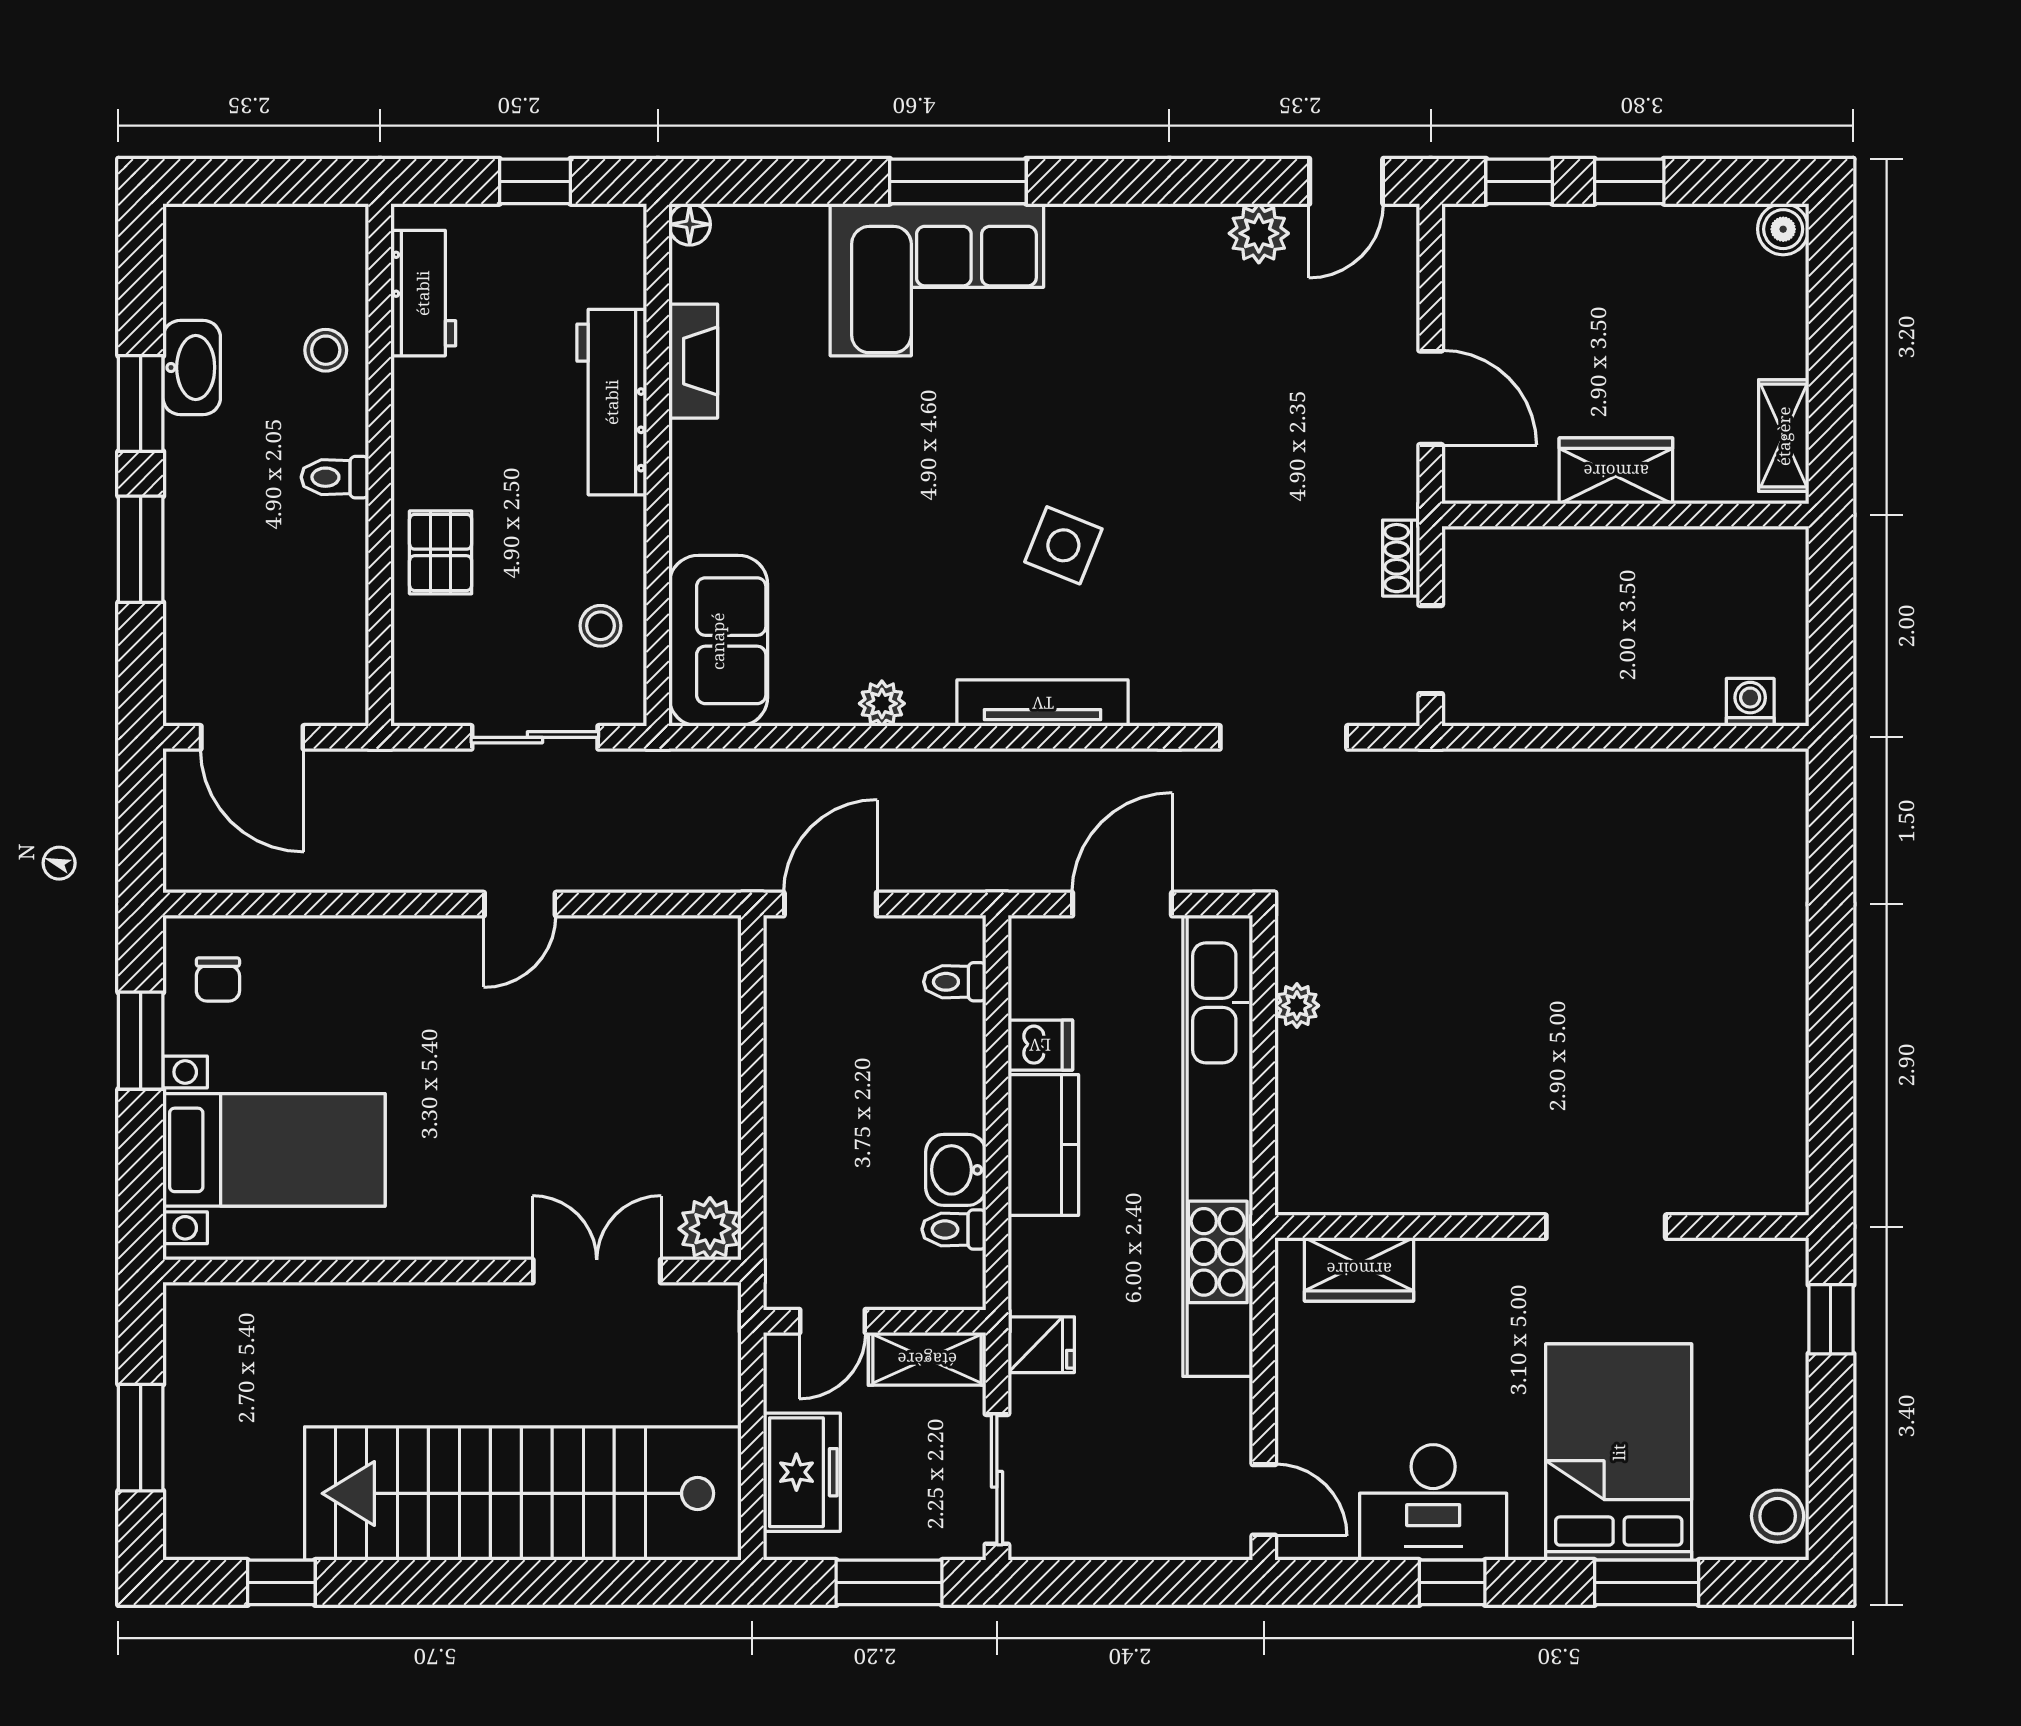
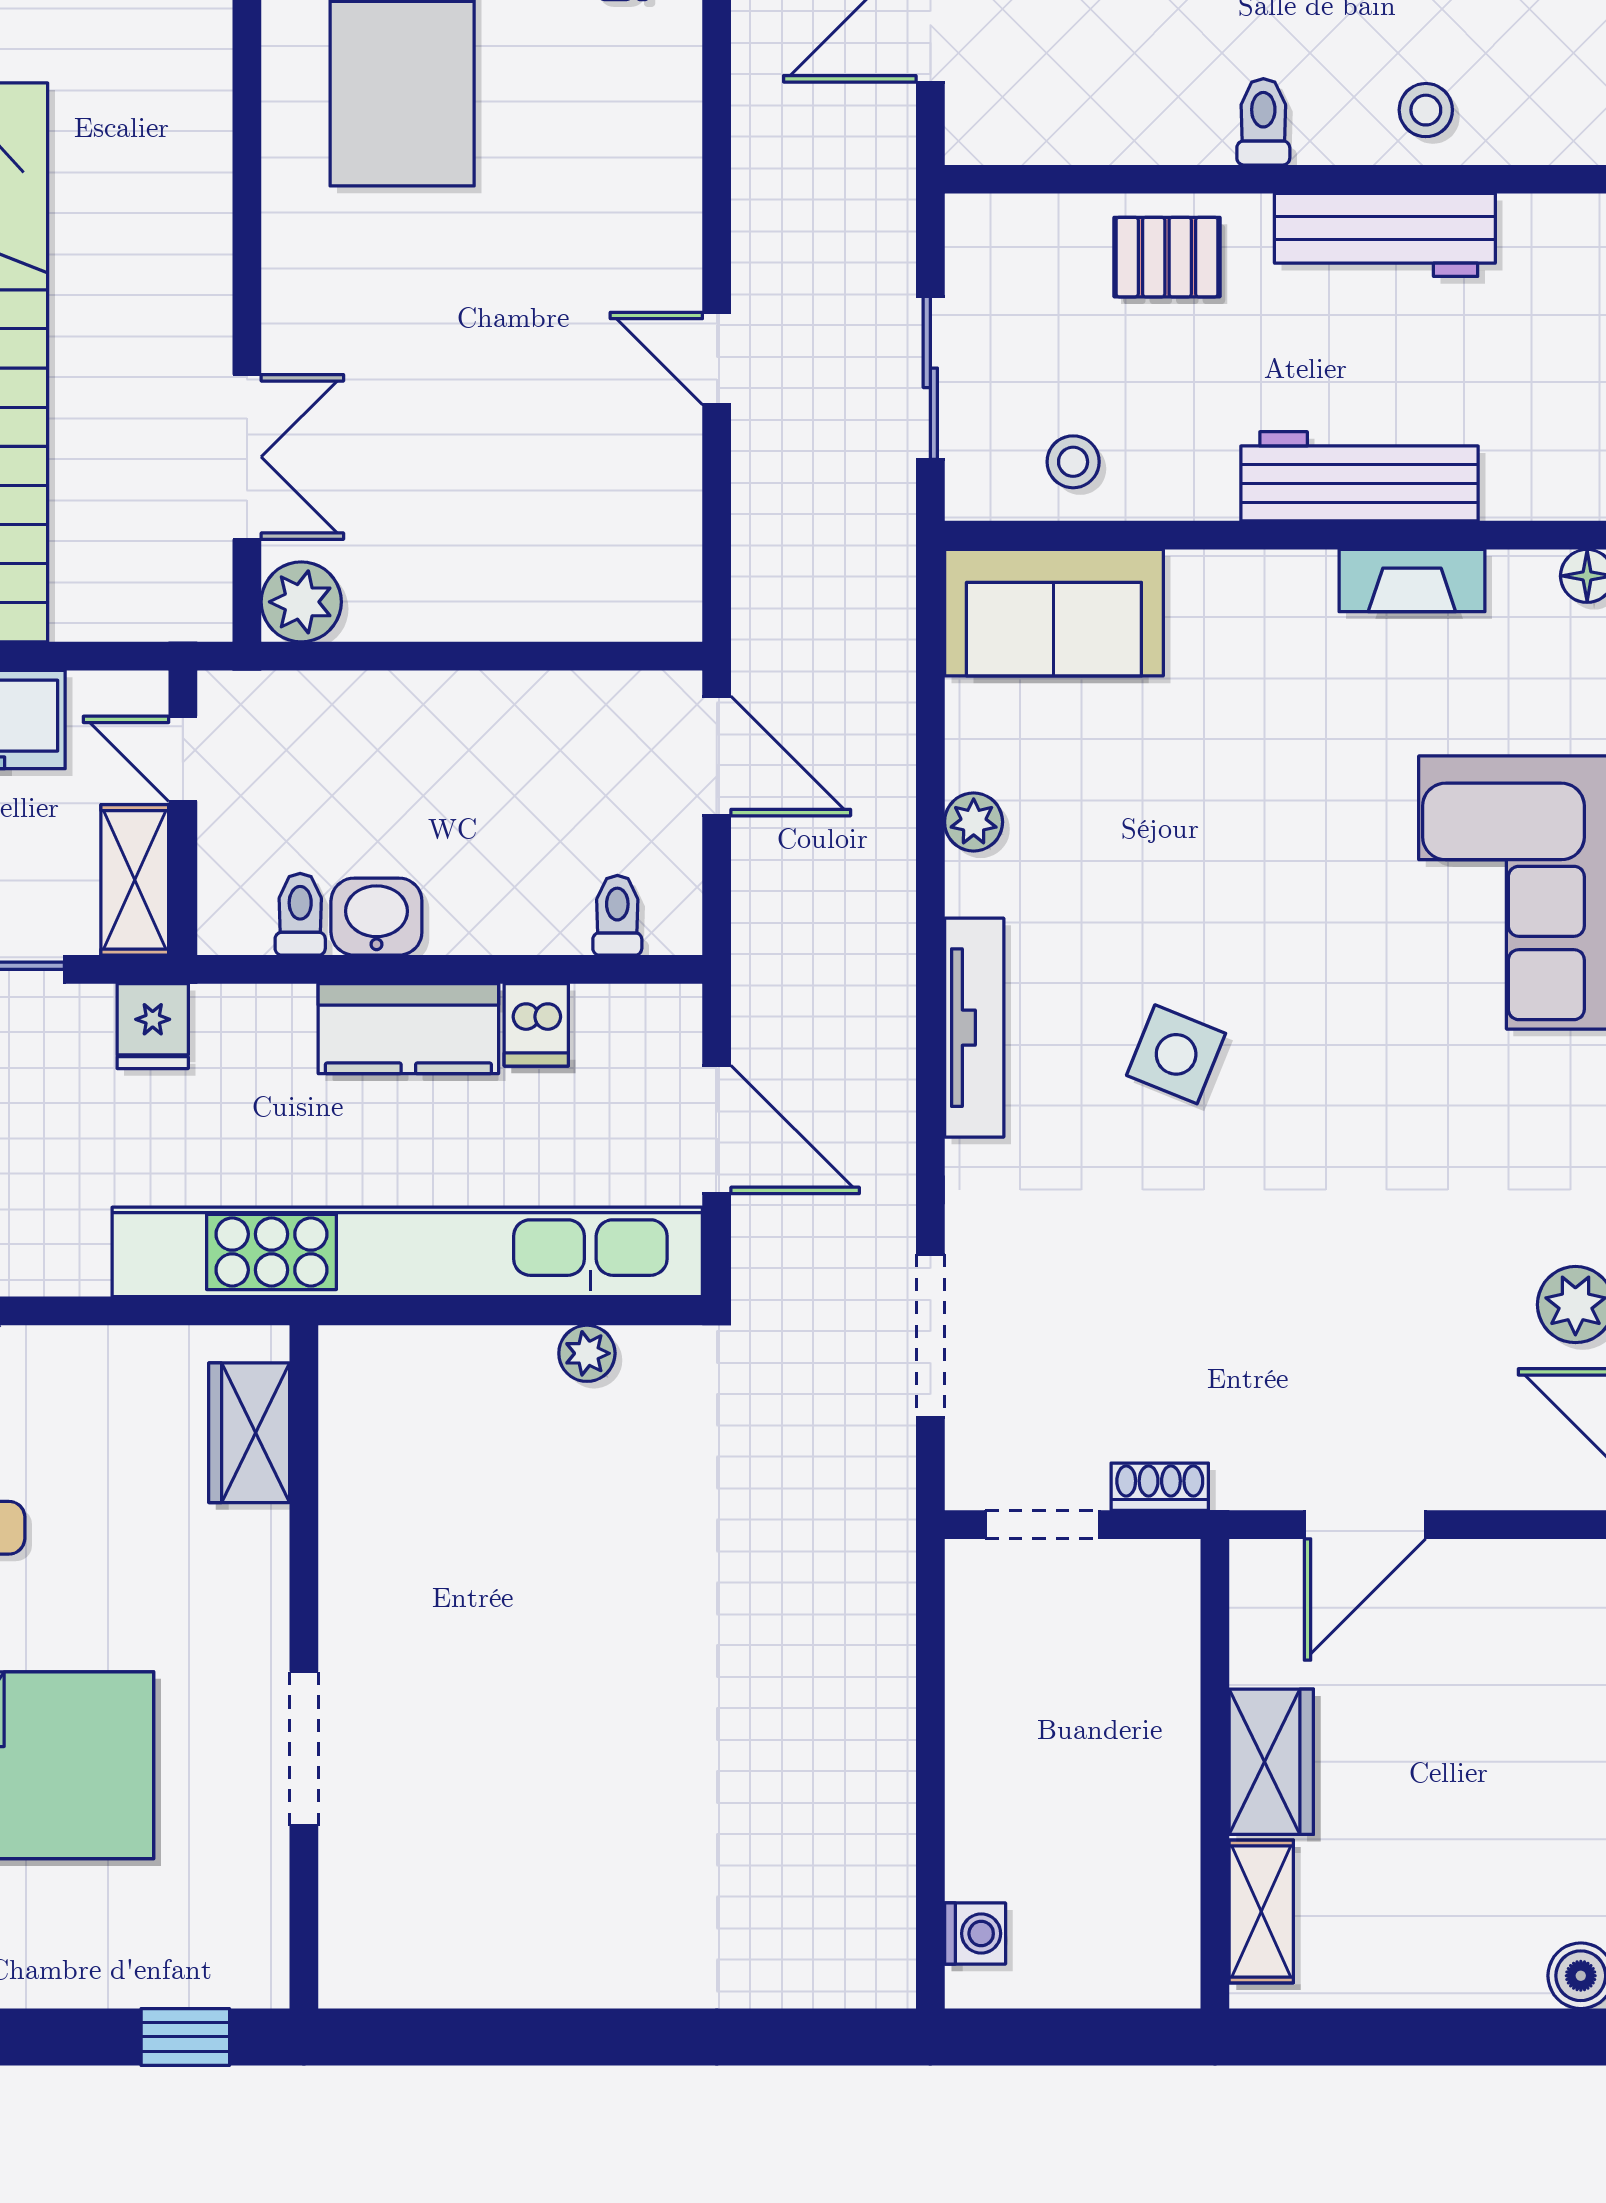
workbench: (423, 293) -> (1385, 235), moved, width x1.37
shelving: (1784, 436) -> (1261, 1911), moved, turned 90

